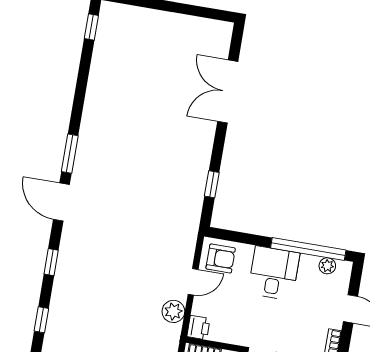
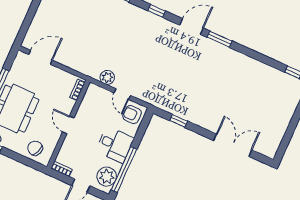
armchair: (221, 258) -> (132, 115), turned 90
plant: (327, 266) -> (107, 177), width x1.88, depth x1.88
printer: (198, 328) -> (93, 90), removed

